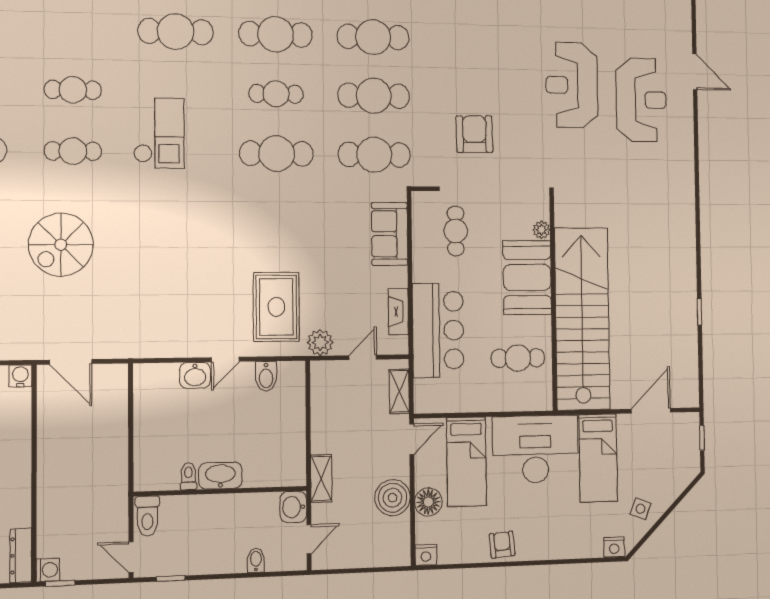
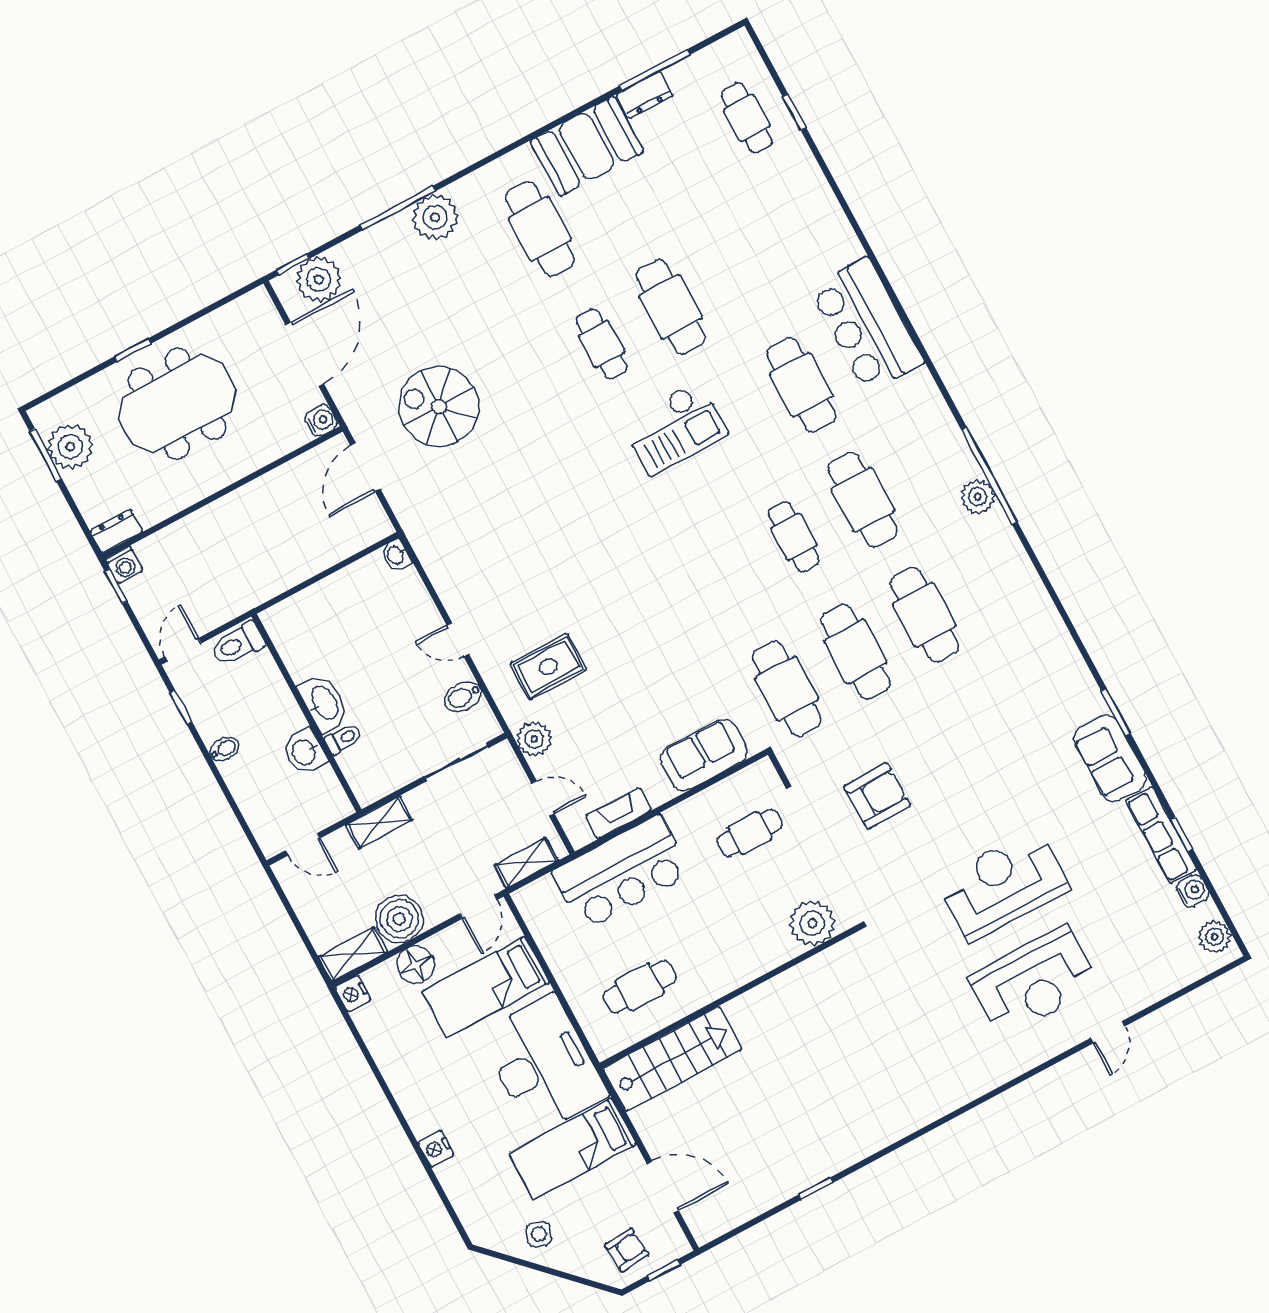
door: (695, 72) -> (1107, 1032), width x0.73
cafe table: (73, 90) -> (671, 307), width x1.37, depth x1.35
cafe table: (276, 154) -> (725, 574), removed
plant: (542, 230) -> (812, 923), width x1.88, depth x1.88
spiral stairs: (61, 245) -> (439, 406), moved
booth: (527, 278) -> (741, 949), removed
rug: (276, 307) -> (548, 667), width x0.73, depth x0.70
stairs: (582, 319) -> (672, 1059), width x0.54, depth x0.66
cafe table: (518, 358) -> (640, 987), turned 90
washbasin: (195, 375) -> (396, 555), moved, width x0.72, depth x0.69
sliding door: (308, 404) -> (456, 762), added
door: (412, 439) -> (478, 907), hinge flipped
toilet: (188, 476) -> (343, 739), moved
washbasin: (293, 507) -> (304, 752), moved, turned -90
shelving: (400, 542) -> (353, 954), added
armchair: (502, 545) -> (627, 1250), moved
nightstand: (614, 547) -> (436, 1149), moved
dresser: (21, 556) -> (116, 531), width x0.70
bidet: (256, 560) -> (224, 749), moved

